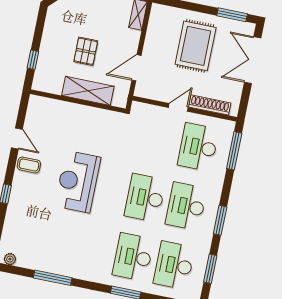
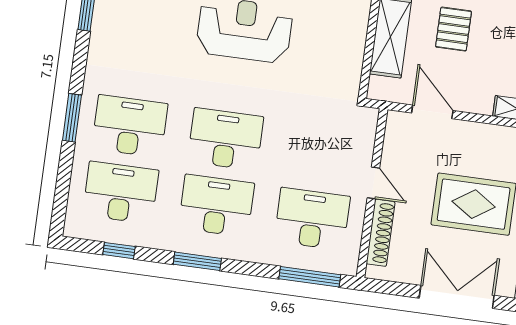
pallet: (86, 51) -> (454, 29), turned 90
window: (210, 269) -> (119, 251), width x0.67

